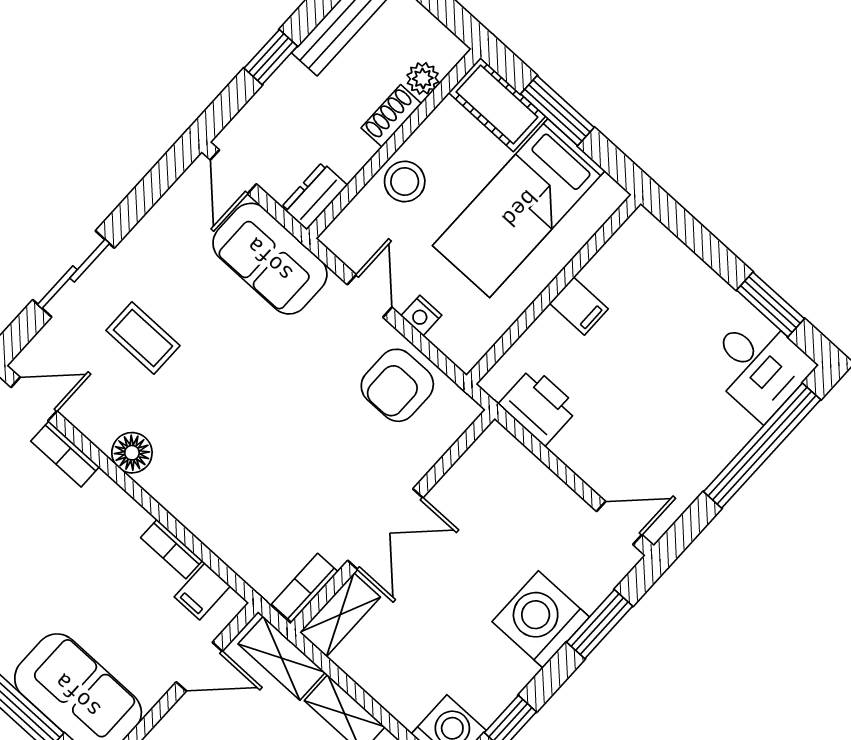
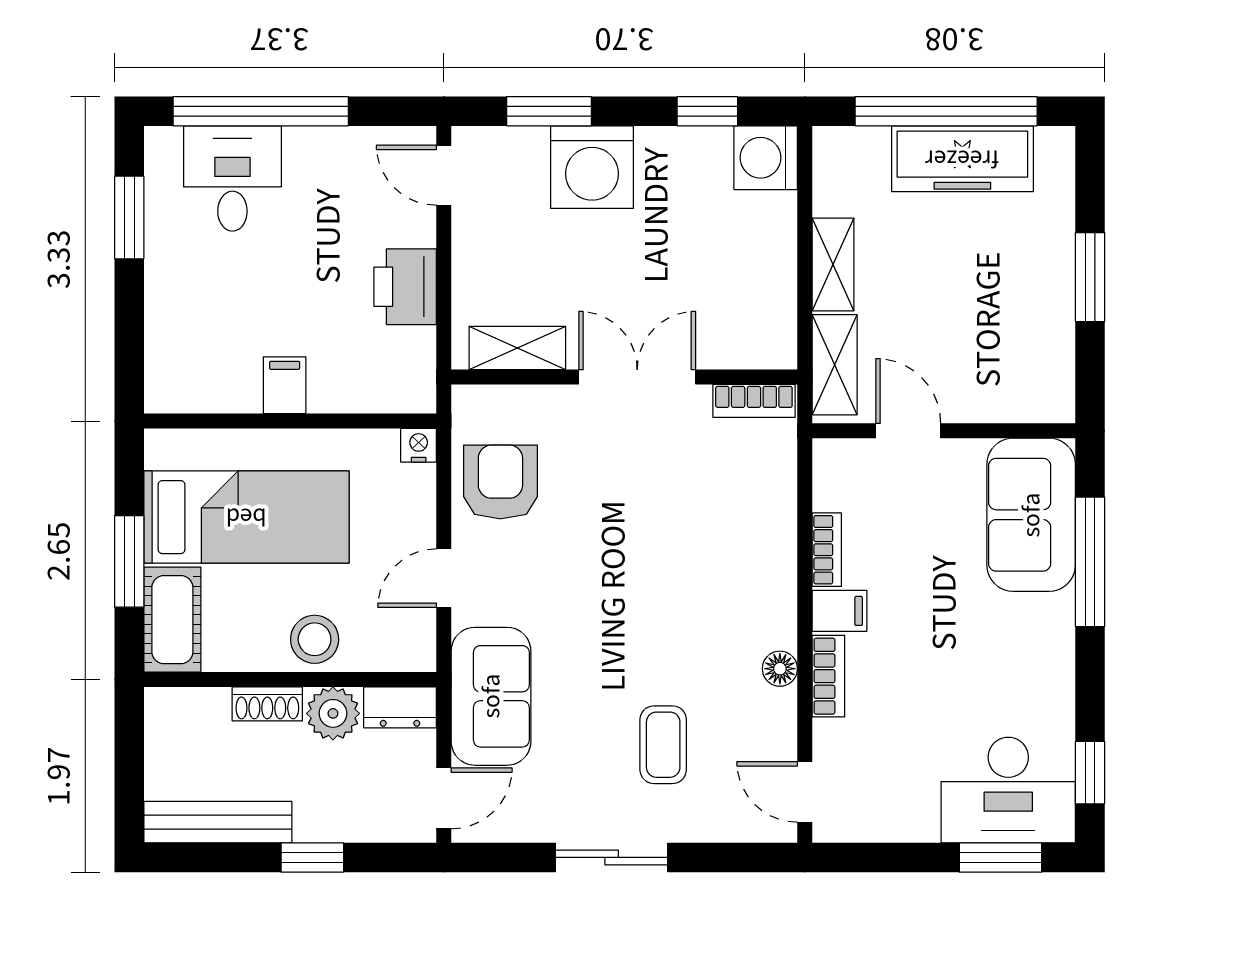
plant: (423, 78) -> (333, 713), moved, width x1.38, depth x1.38
sliding door: (74, 274) -> (612, 857), moved
nightstand: (421, 316) -> (419, 445), moved, turned -90
desk: (759, 366) -> (232, 179), moved
armchair: (397, 385) -> (500, 482), turned -90
printer: (539, 406) -> (405, 287), moved
floor lamp: (132, 453) -> (780, 669), width x0.73, depth x0.73
bookcase: (65, 454) -> (828, 676), moved
filing cabinet: (202, 591) -> (839, 611), moved
shelving: (340, 615) -> (517, 348), moved

